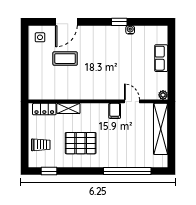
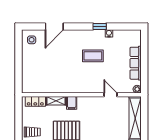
row of seats: (161, 58) -> (136, 63), width x1.48
coffee table: (65, 59) -> (93, 56), moved
filing cabinet: (115, 111) -> (72, 103), moved

